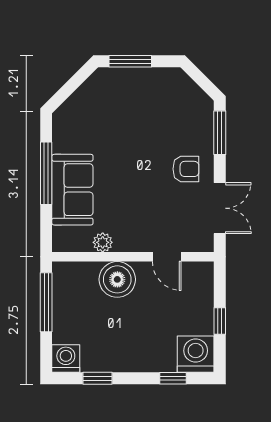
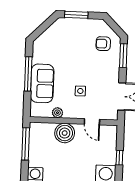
armchair: (186, 169) -> (103, 44), moved, turned 180
side table: (143, 201) -> (80, 91), added

